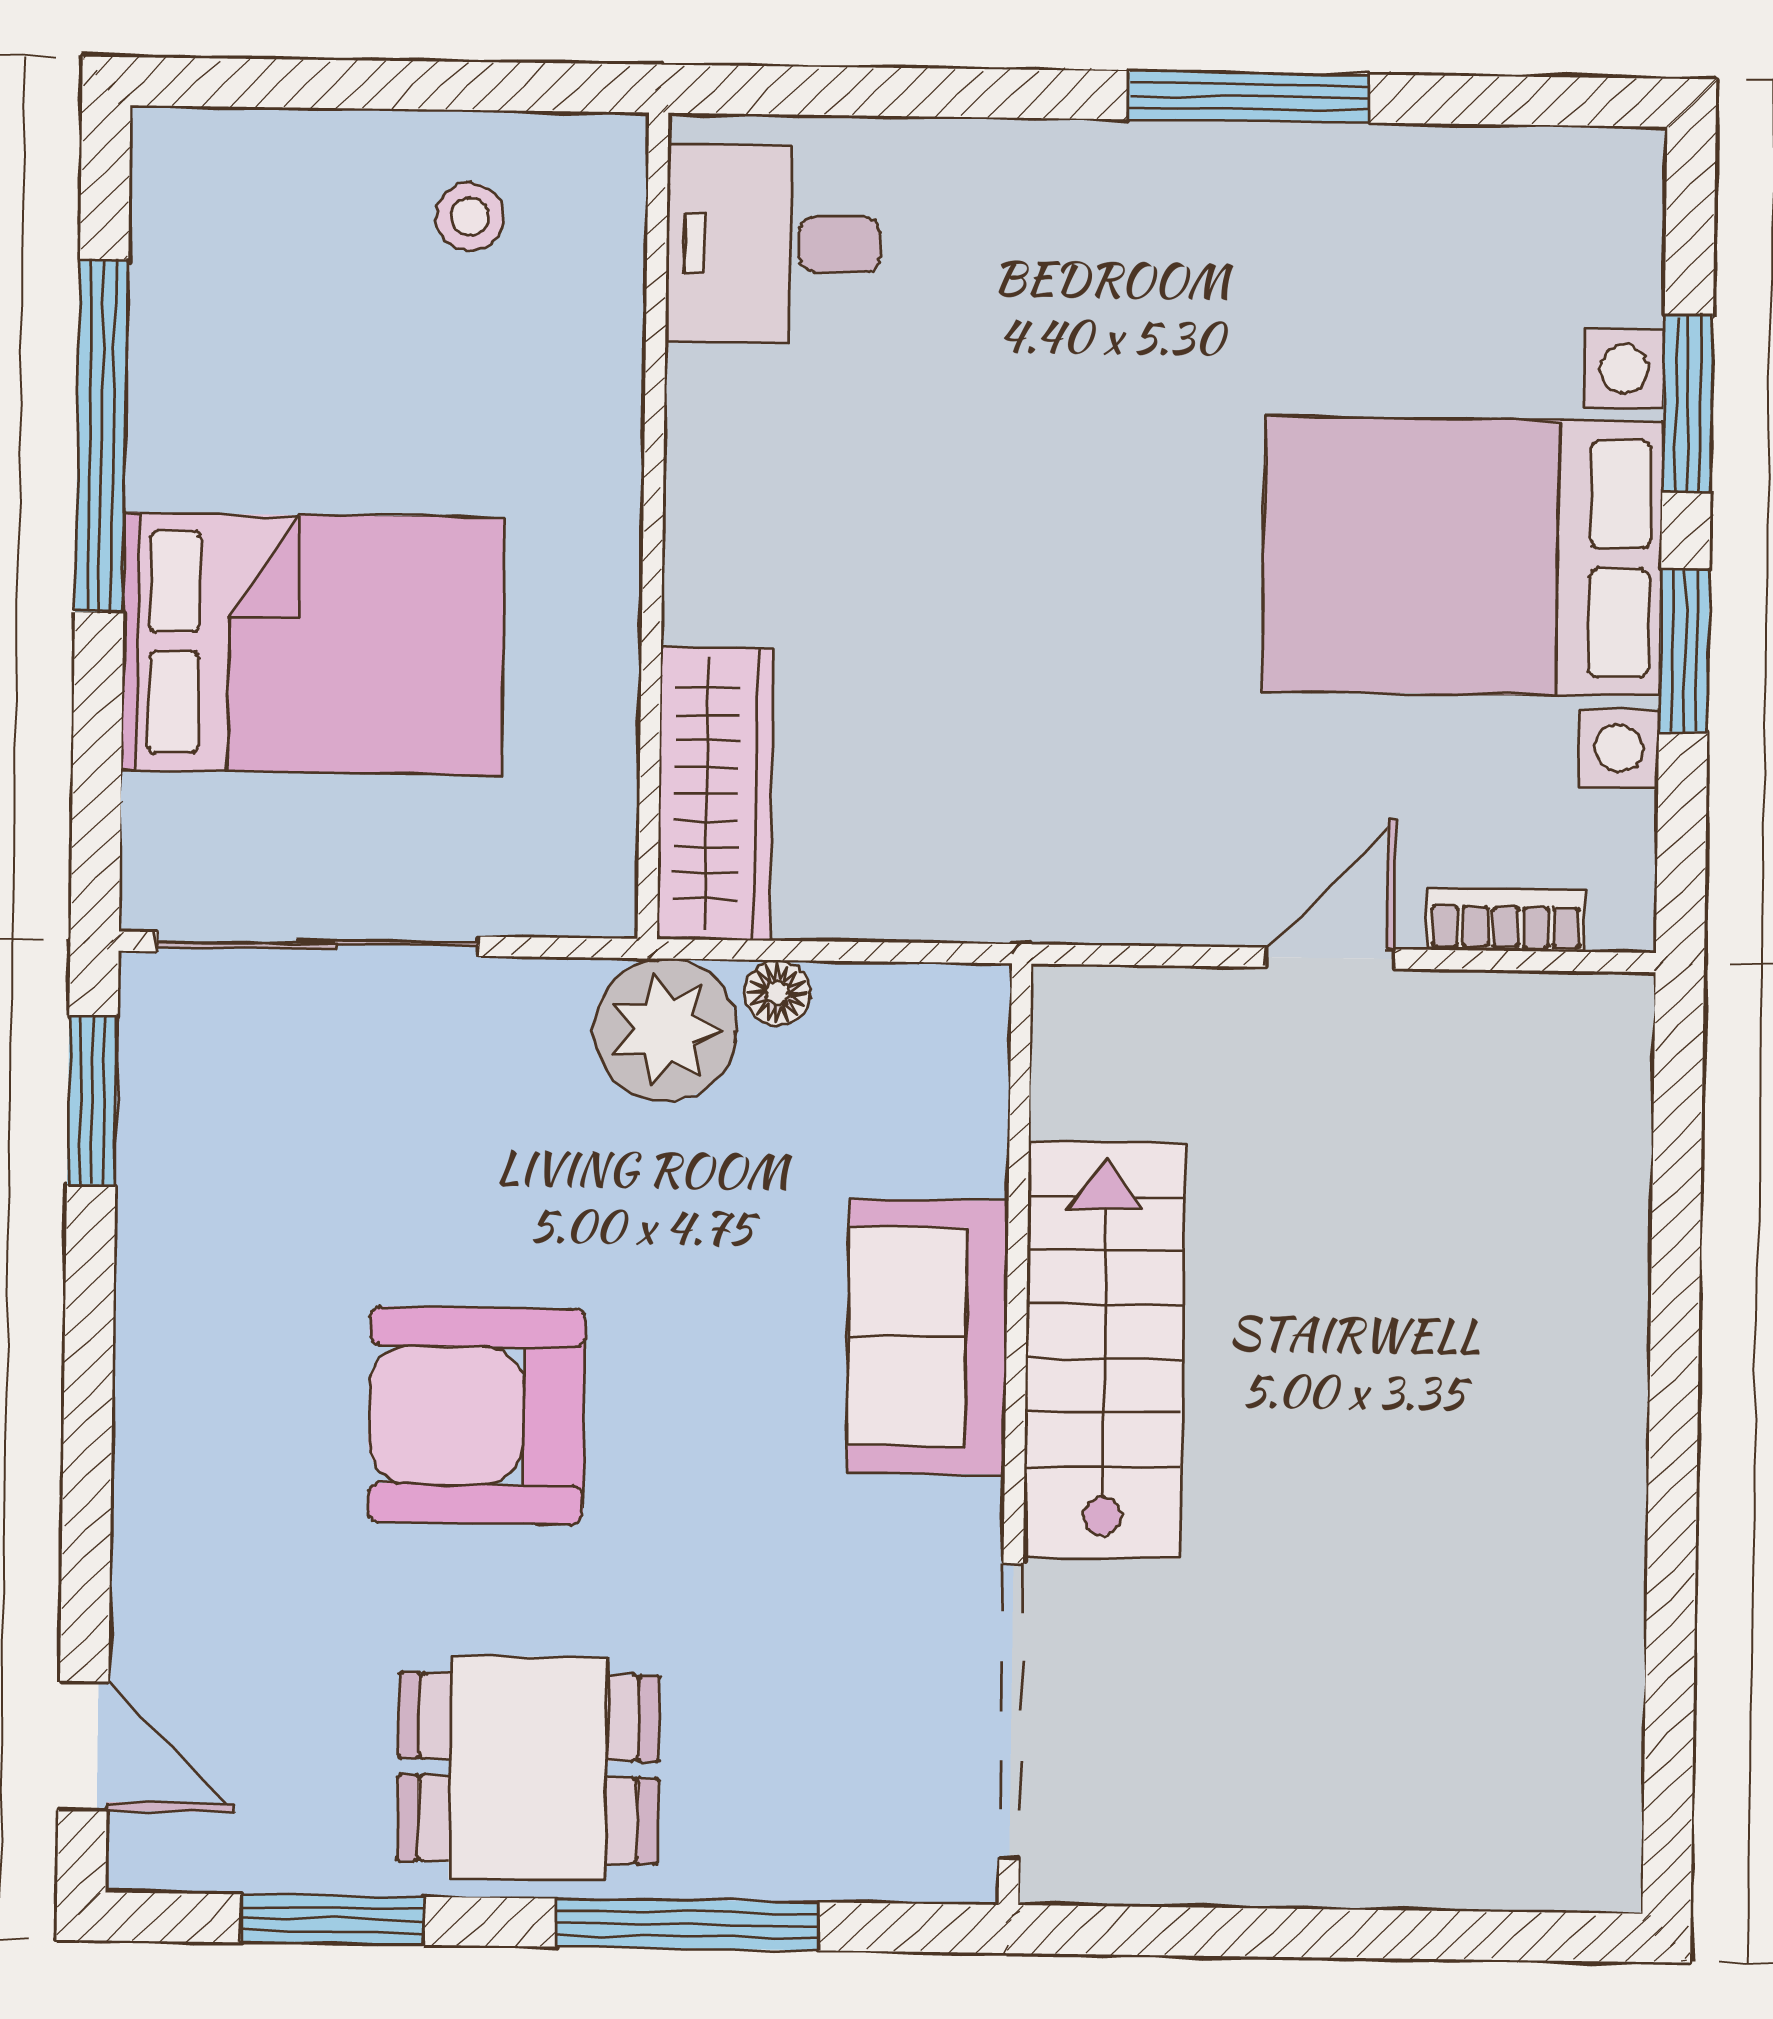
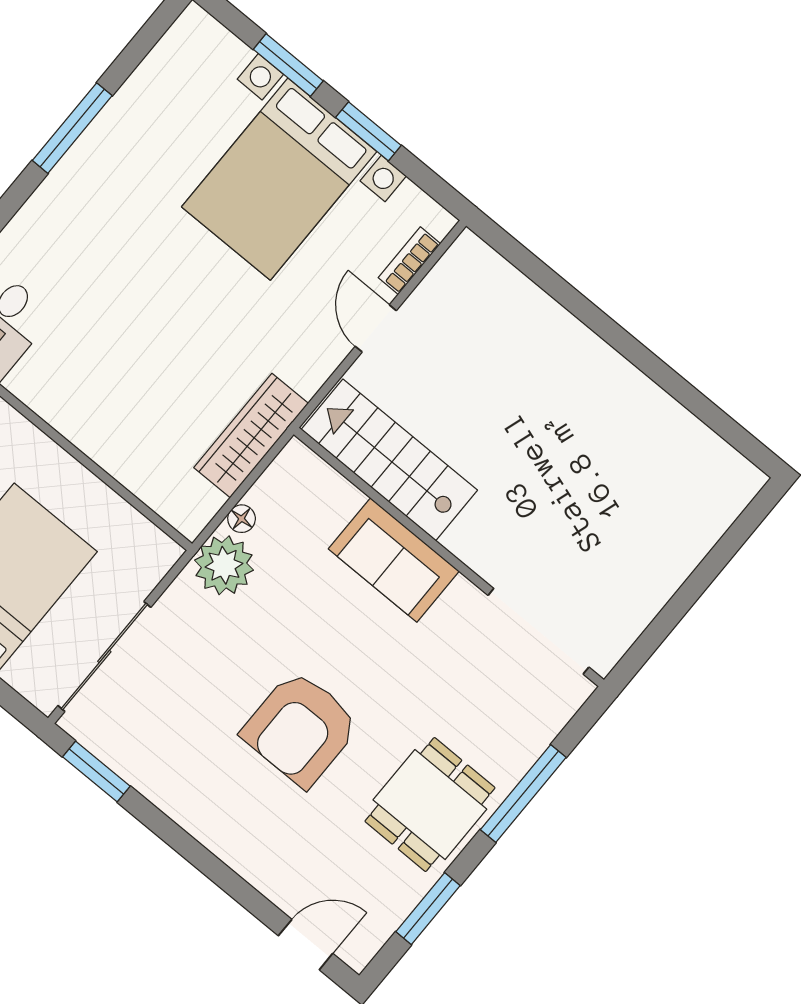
wardrobe: (715, 794) -> (251, 435), moved, turned -90
stairs: (1104, 1350) -> (389, 460), moved

